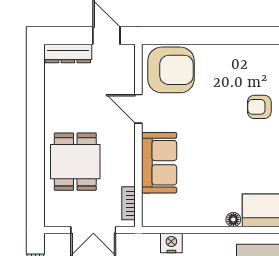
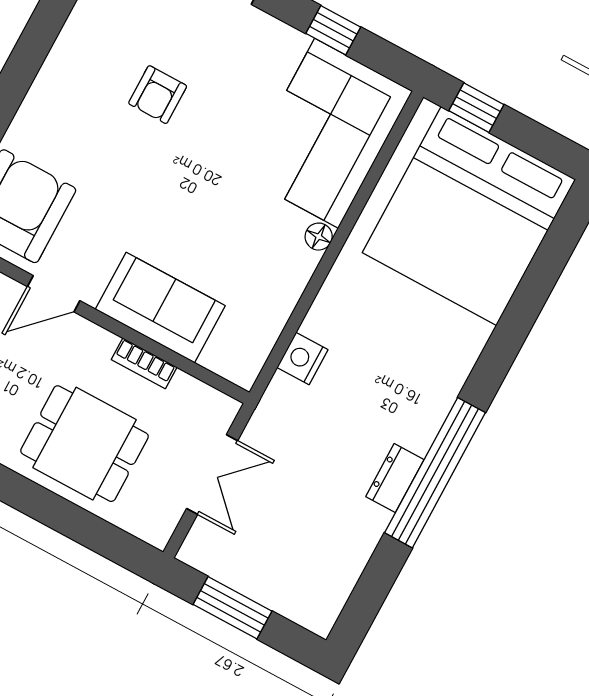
bookcase: (129, 203) -> (144, 363), moved

